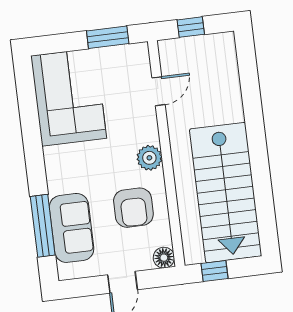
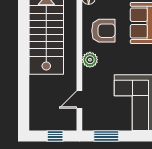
armchair: (133, 208) -> (103, 31), turned 90

